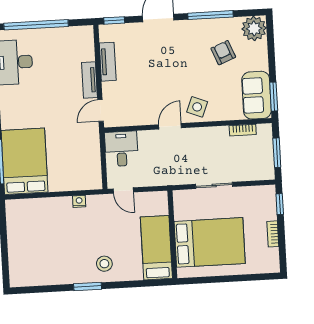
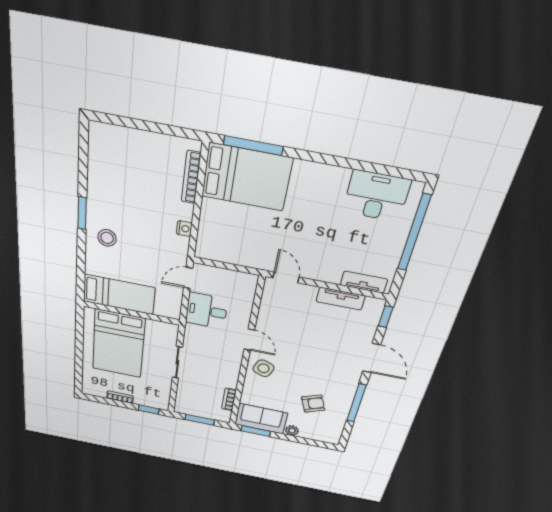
plant: (254, 28) -> (292, 431), moved, width x0.53, depth x0.53
tv unit: (89, 80) -> (364, 282), moved
desk: (121, 149) -> (207, 311), moved, turned 180
bookcase: (35, 203) -> (191, 177), added

